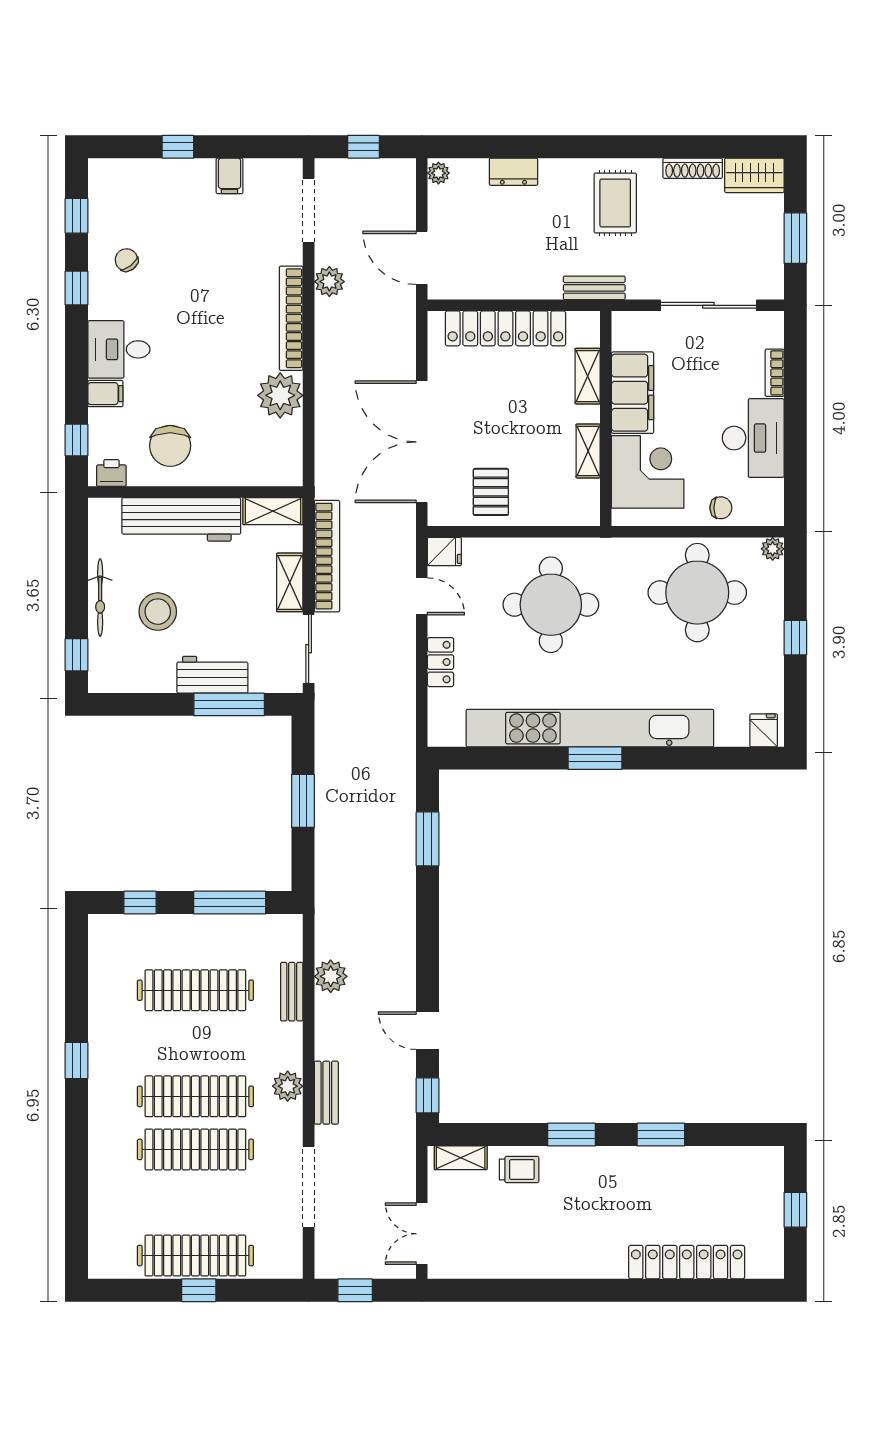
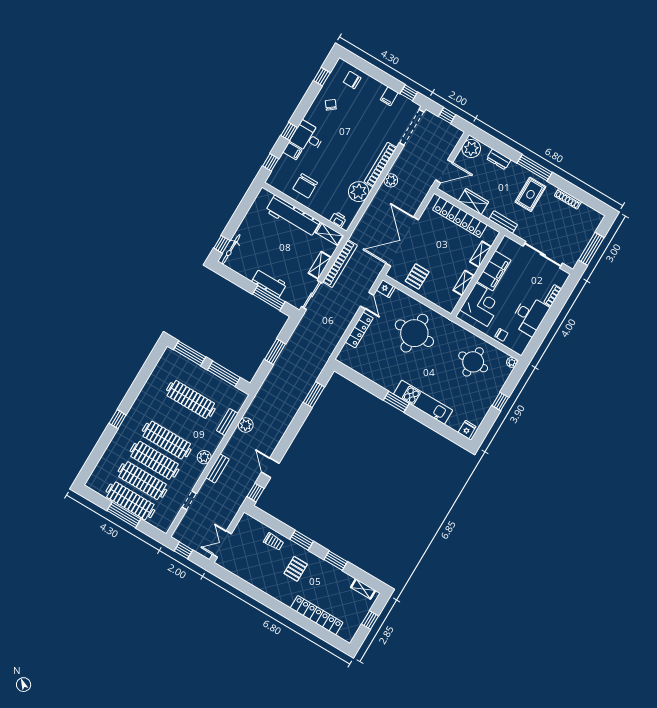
window: (178, 147) -> (409, 93), moved
window: (593, 147) -> (535, 168), added
plant: (438, 173) -> (471, 149), width x1.88, depth x1.88
wardrobe: (754, 175) -> (474, 202), moved, turned 180
chair: (139, 187) -> (352, 80), added
doorway: (309, 210) -> (412, 127), width x1.36
window: (795, 238) -> (591, 249), width x1.44
door: (422, 258) -> (444, 171), swing flipped
plant: (329, 282) -> (391, 180), moved
window: (77, 288) -> (289, 131), moved
printer: (111, 473) -> (338, 220), moved
round table: (697, 593) -> (473, 362), width x0.73, depth x0.73
bicycle: (100, 598) -> (231, 249), moved
stool: (158, 612) -> (263, 246), removed
locker: (441, 662) -> (359, 330), width x1.53
kitchen unit: (590, 728) -> (423, 402), width x0.54
window: (140, 902) -> (190, 353), width x2.17
window: (77, 1061) -> (118, 419), moved
shelving: (461, 1158) -> (363, 589), moved
doorway: (309, 1187) -> (189, 500), width x0.53
pallet: (593, 1197) -> (296, 569), added
clothes rail: (195, 1202) -> (142, 481), added
window: (199, 1290) -> (124, 515), width x2.17

